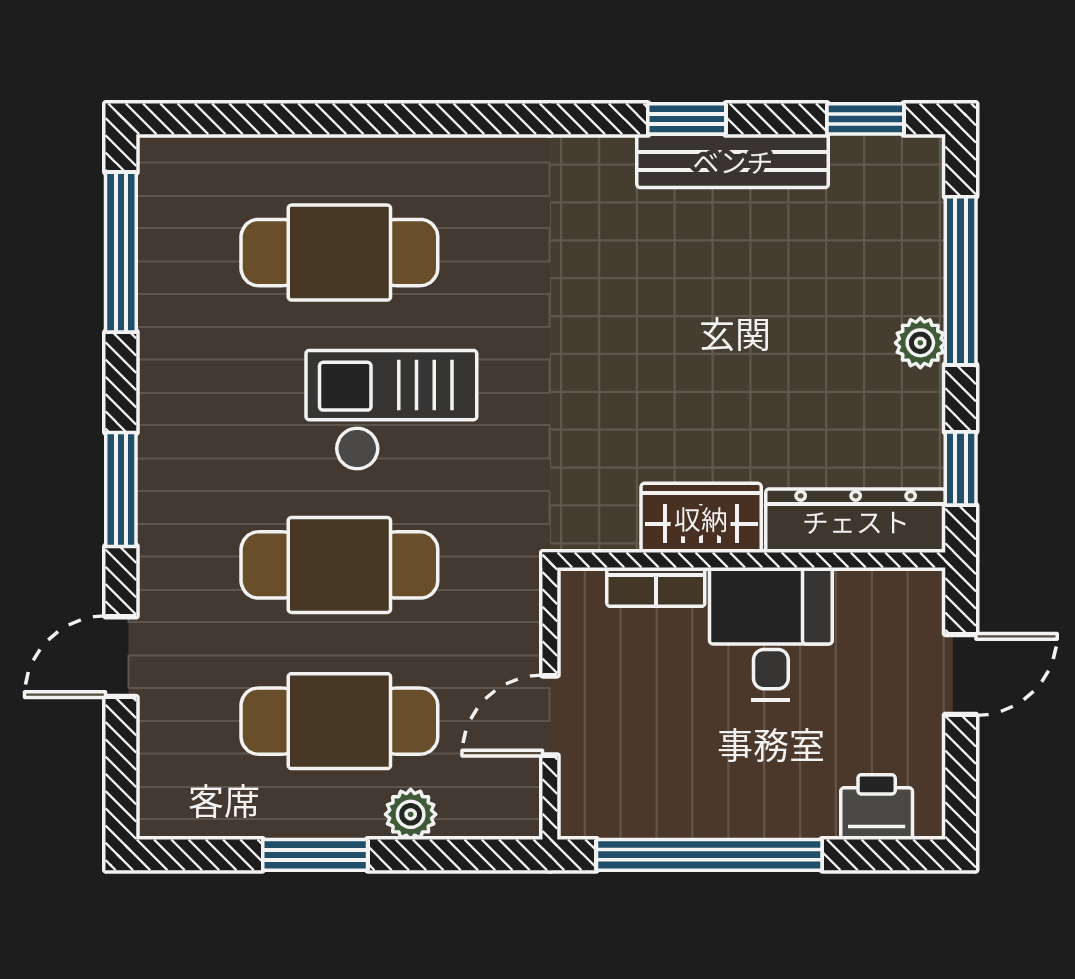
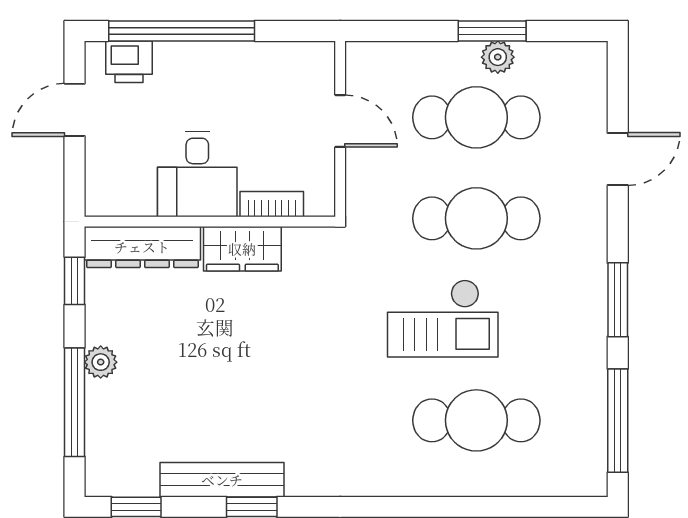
window: (121, 489) -> (618, 300), moved
door: (961, 674) -> (75, 110), moved
door: (550, 715) -> (340, 121), hinge flipped
plant: (411, 814) -> (498, 57), moved
window: (709, 855) -> (182, 31), moved

